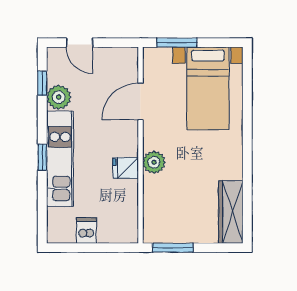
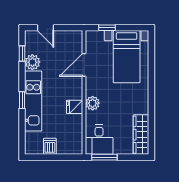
window: (177, 43) -> (107, 28), width x0.67
desk: (164, 220) -> (99, 140), added

